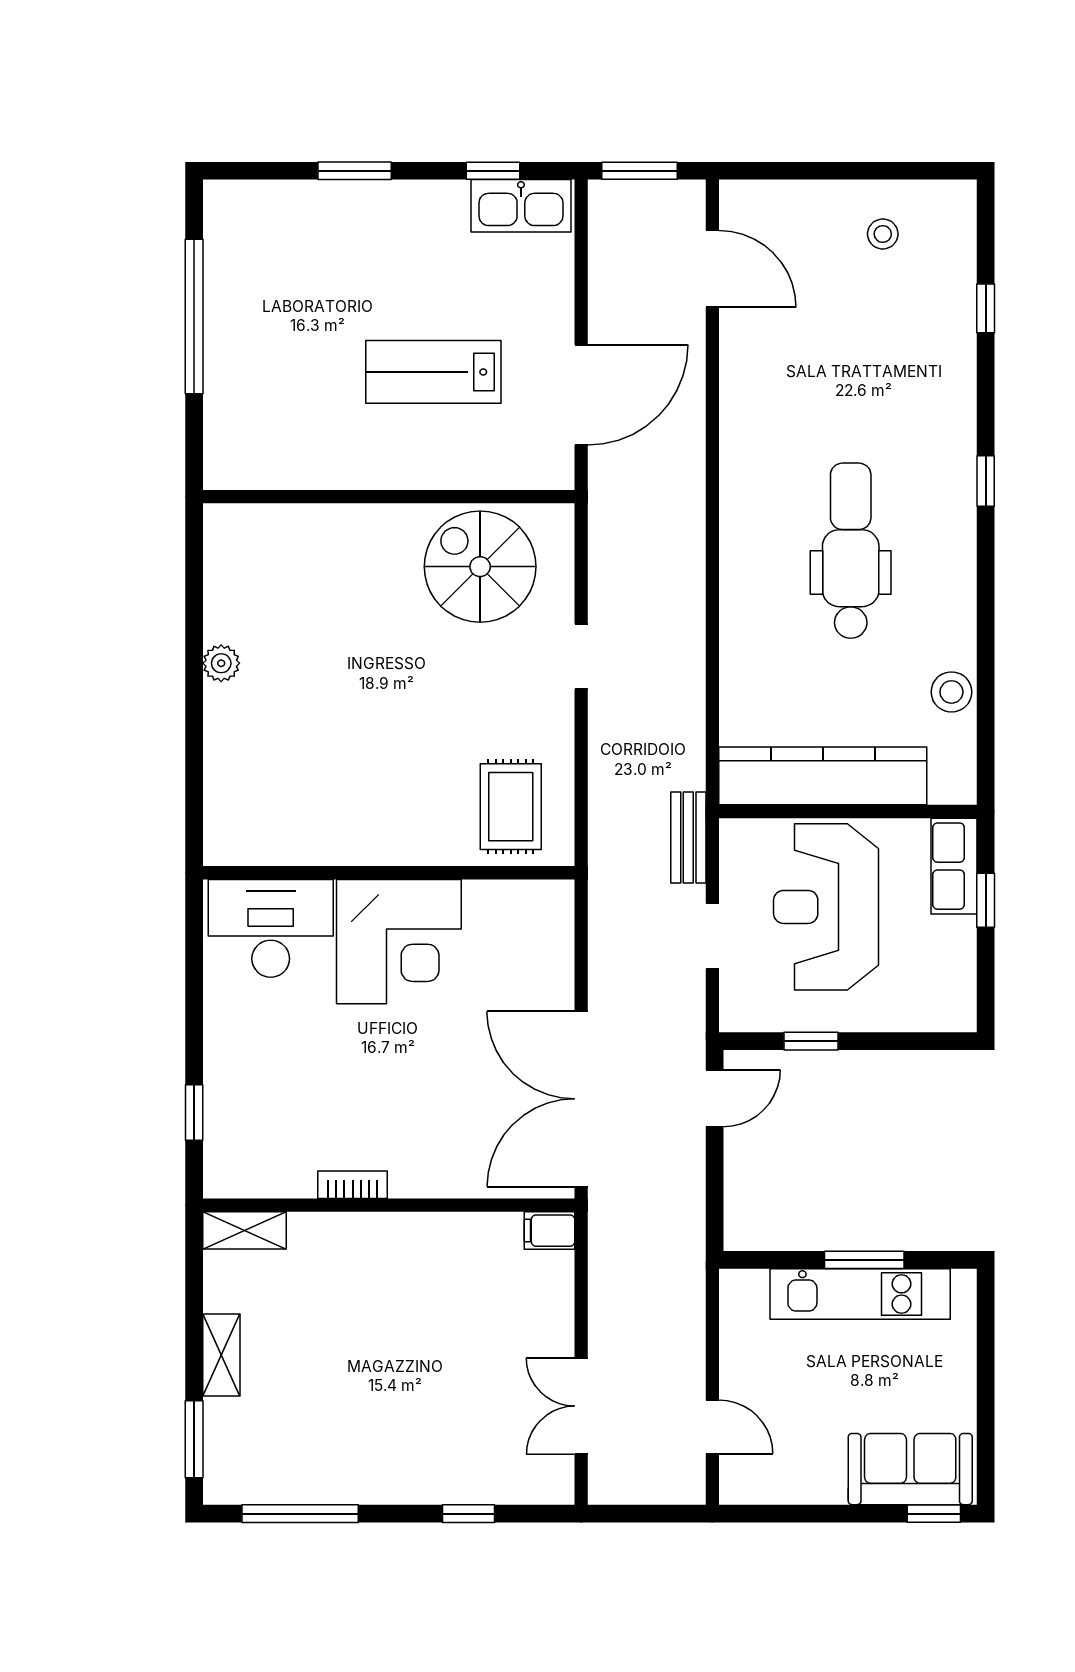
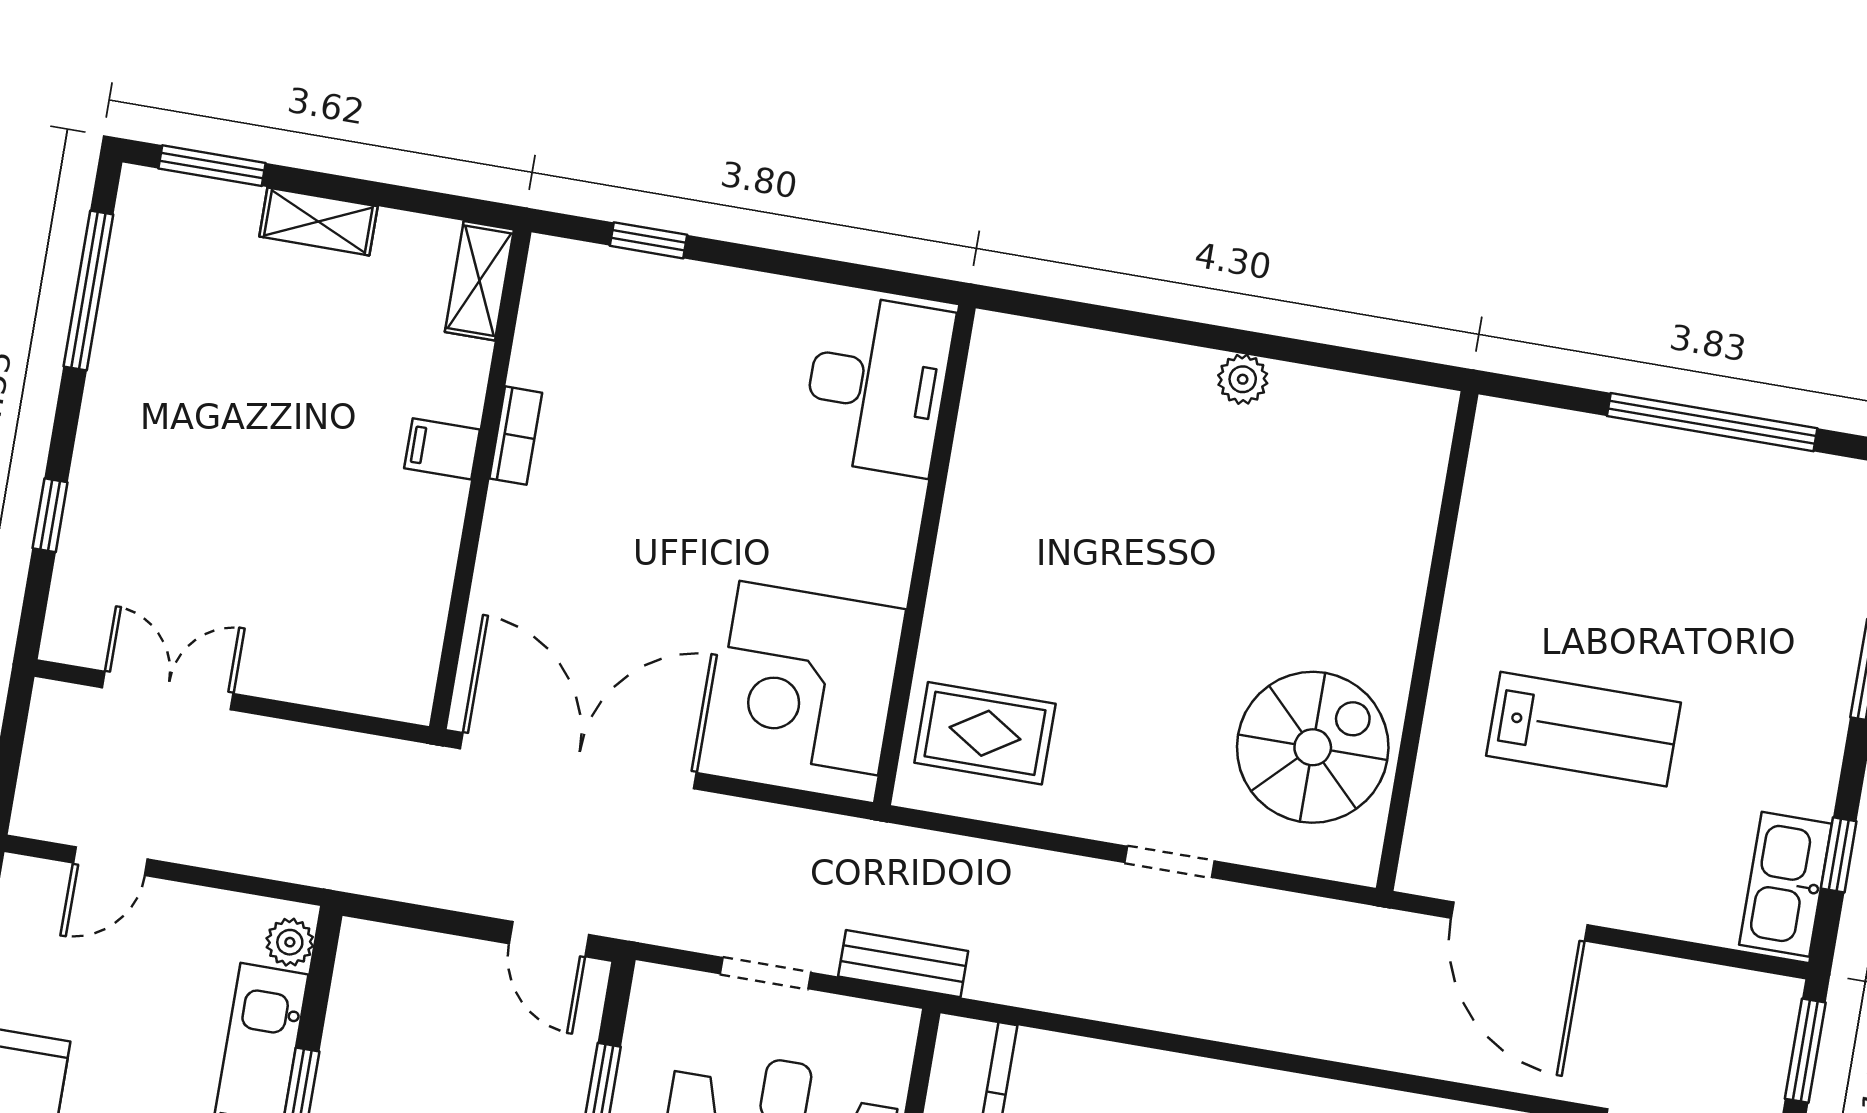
lab bench: (433, 372) -> (1583, 729), turned 90
corner desk: (399, 942) -> (809, 678), moved
filing cabinet: (550, 1231) -> (442, 449), moved, turned -90
plant: (749, 1286) -> (290, 942), added

